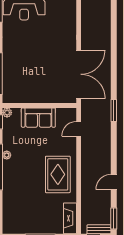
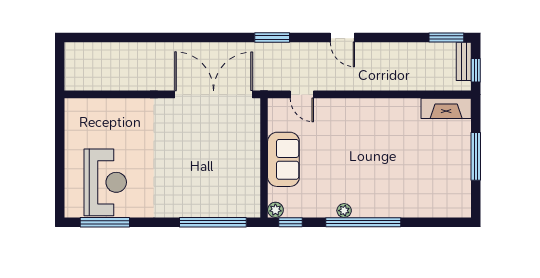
rug: (58, 174) -> (375, 128), removed
door: (114, 182) -> (342, 38), moved

